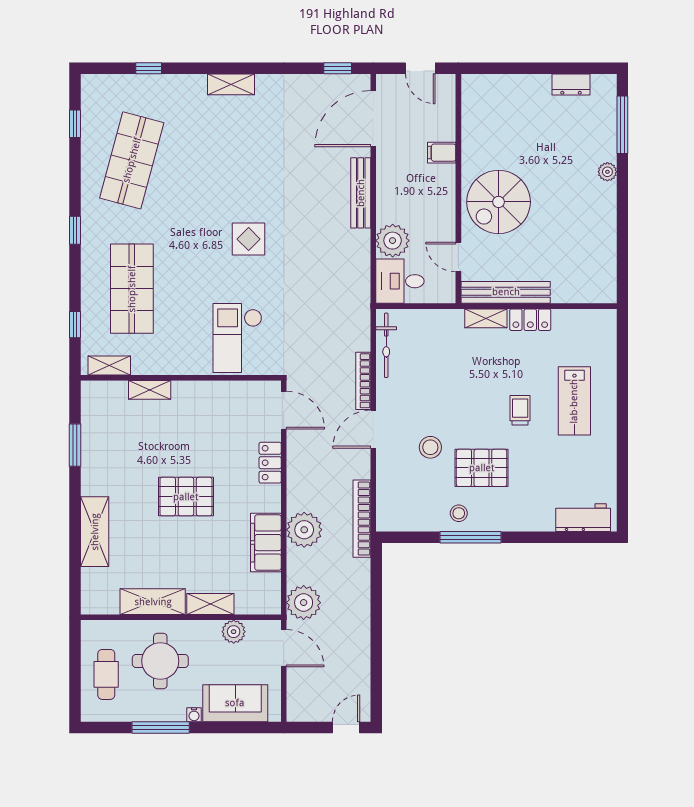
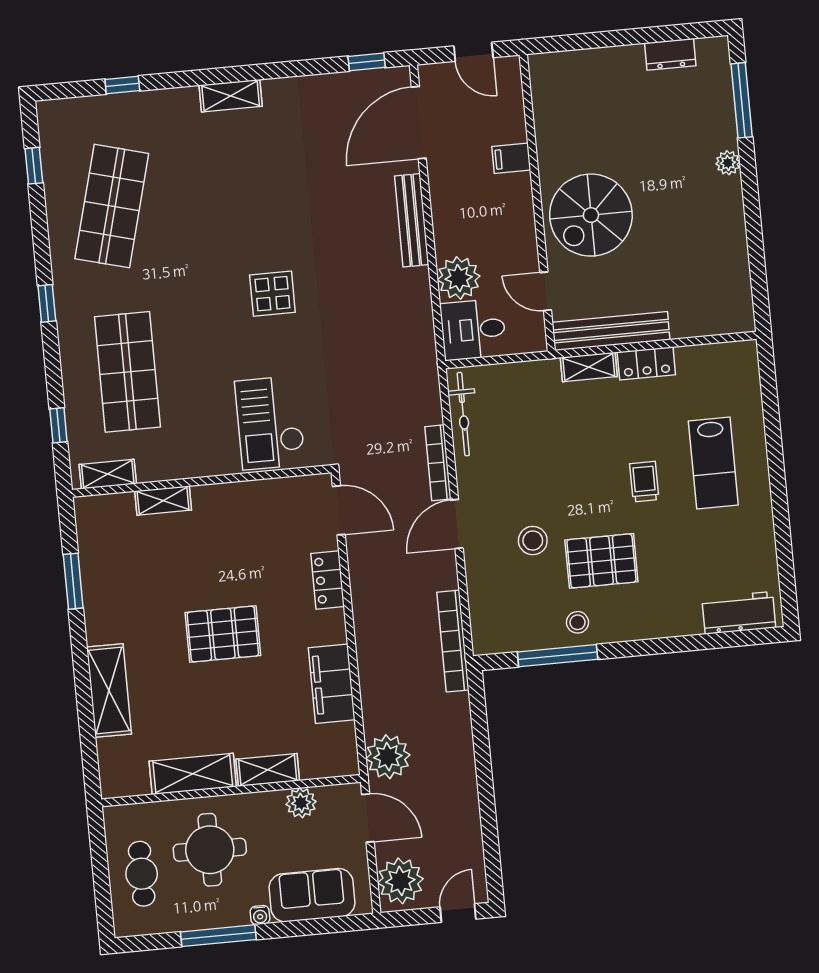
plant: (304, 530) -> (400, 881), moved
window: (470, 537) -> (558, 656), moved

